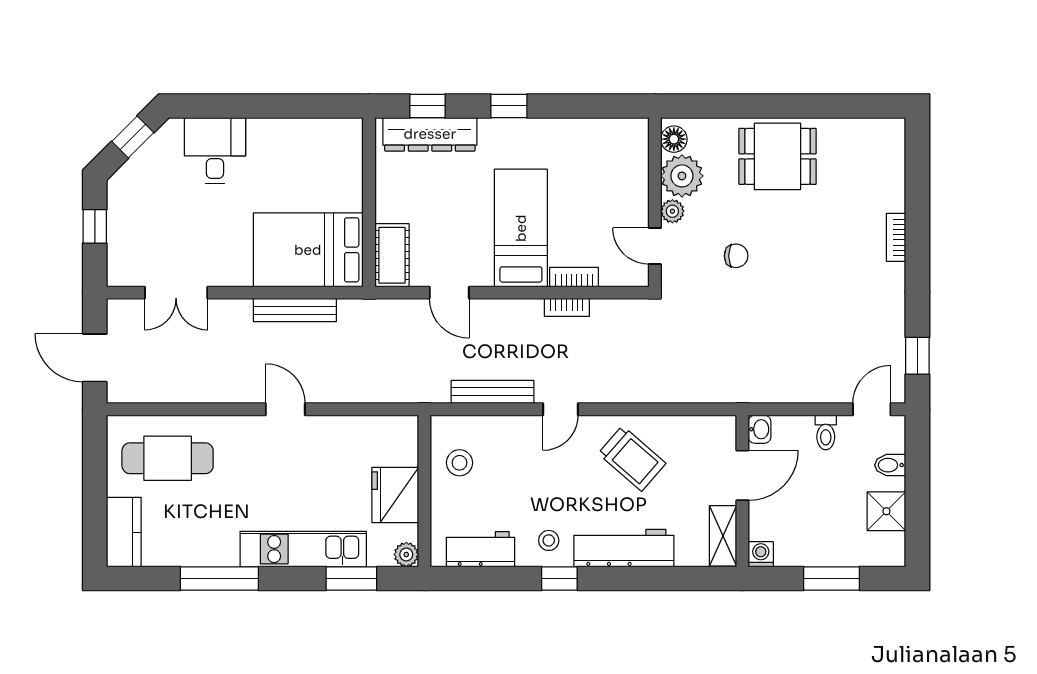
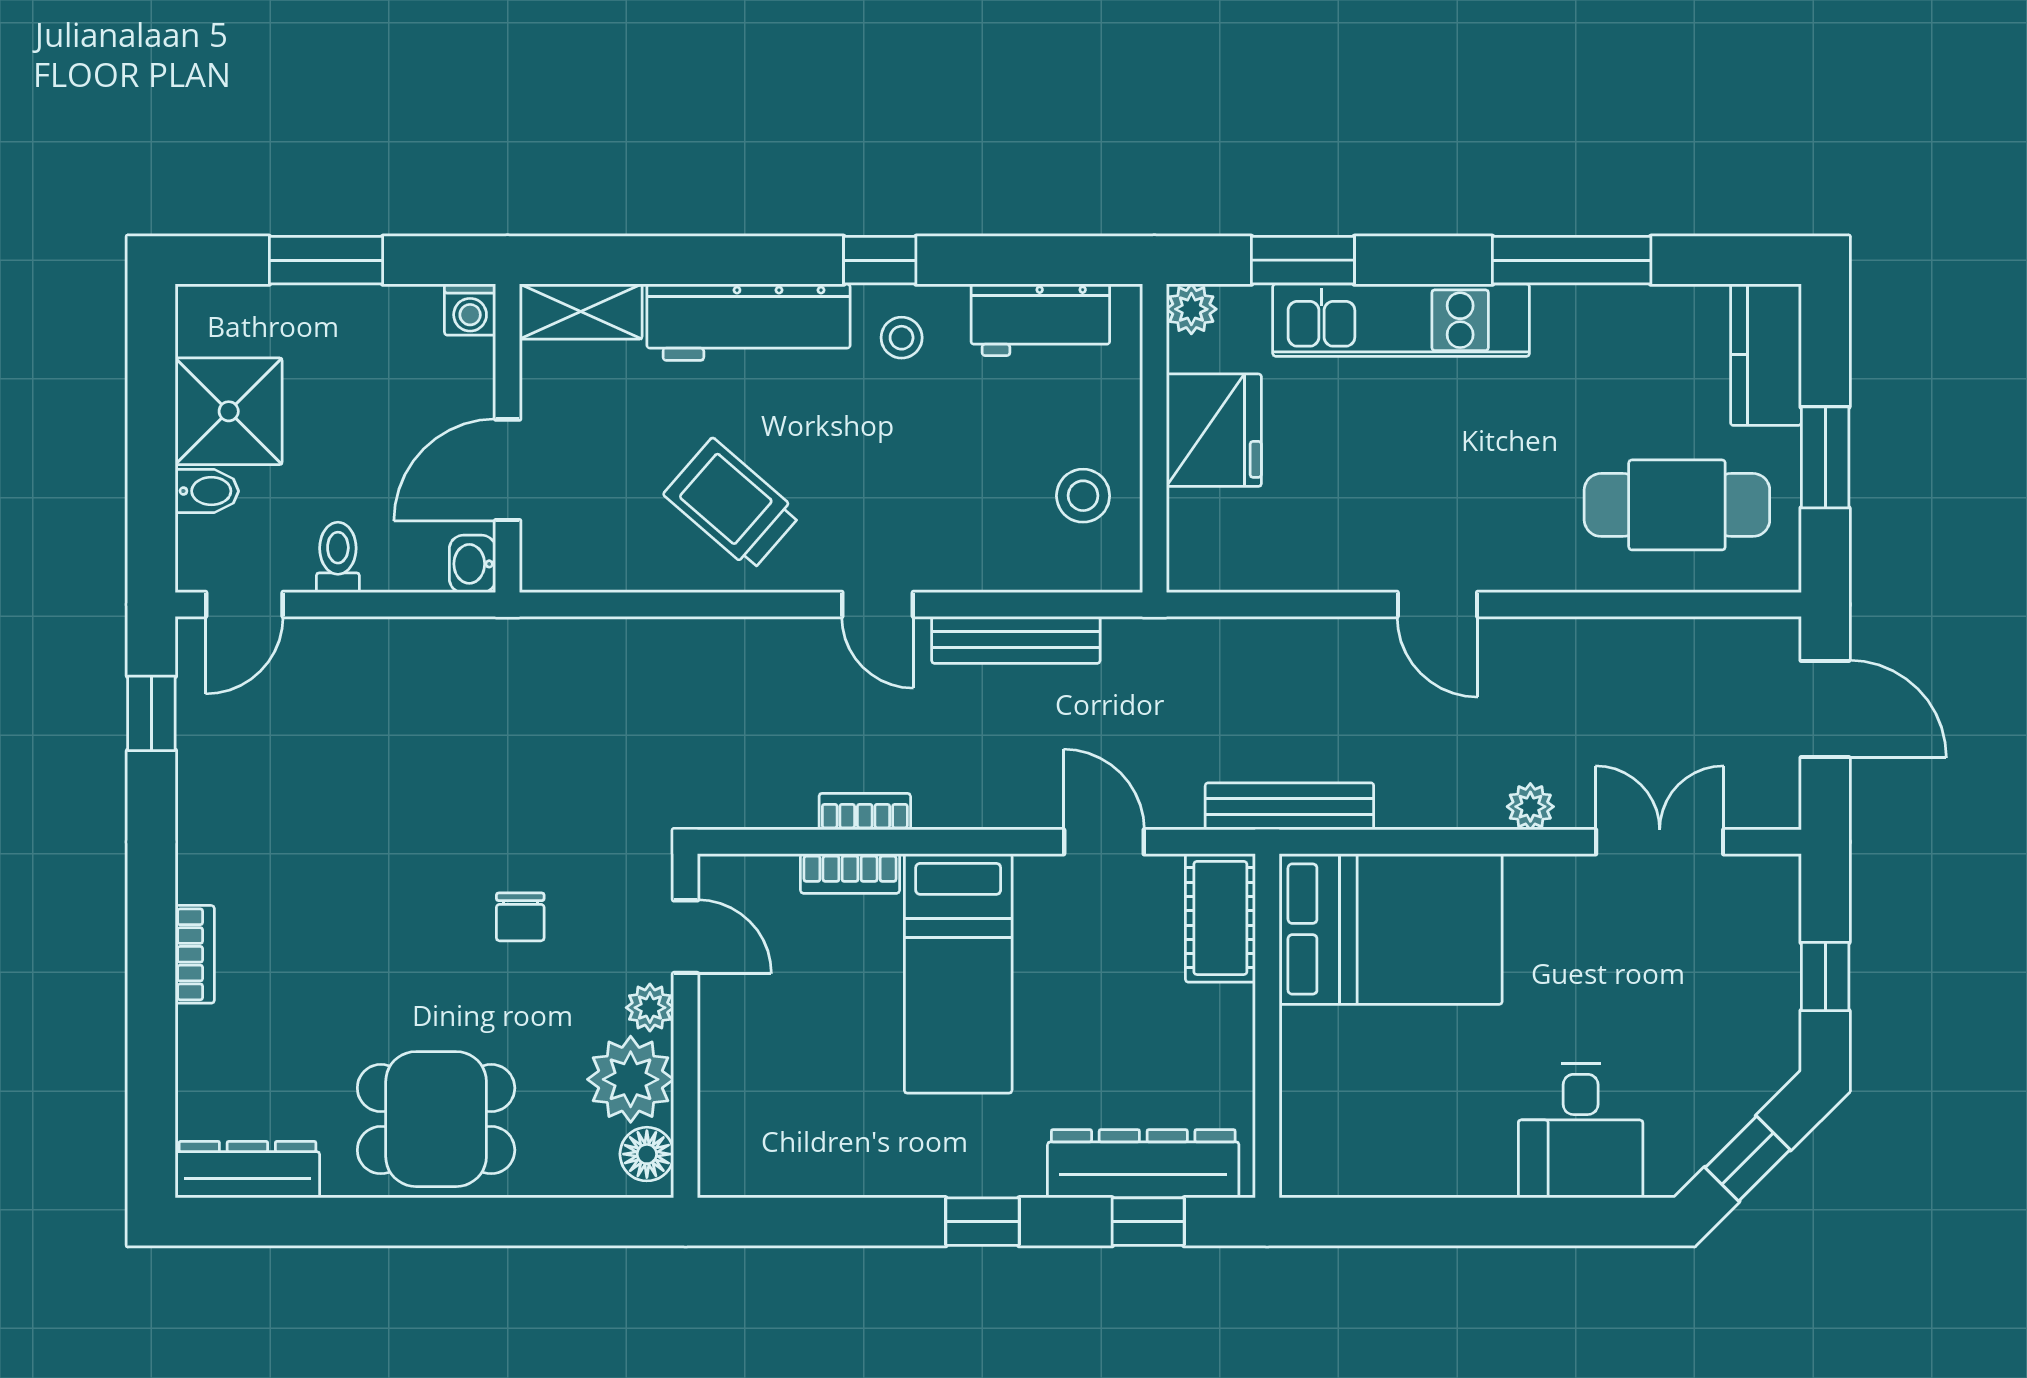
dresser: (870, 132) -> (247, 1170), added
chair: (736, 256) -> (520, 917), turned -90
plant: (240, 310) -> (1530, 807), added
bench: (295, 310) -> (1289, 806), moved
door: (560, 409) -> (878, 604), swing flipped
window: (95, 482) -> (1825, 457), added
shower: (886, 511) -> (229, 411), width x1.36, depth x1.36
shelving: (723, 536) -> (581, 312), moved, turned 90

